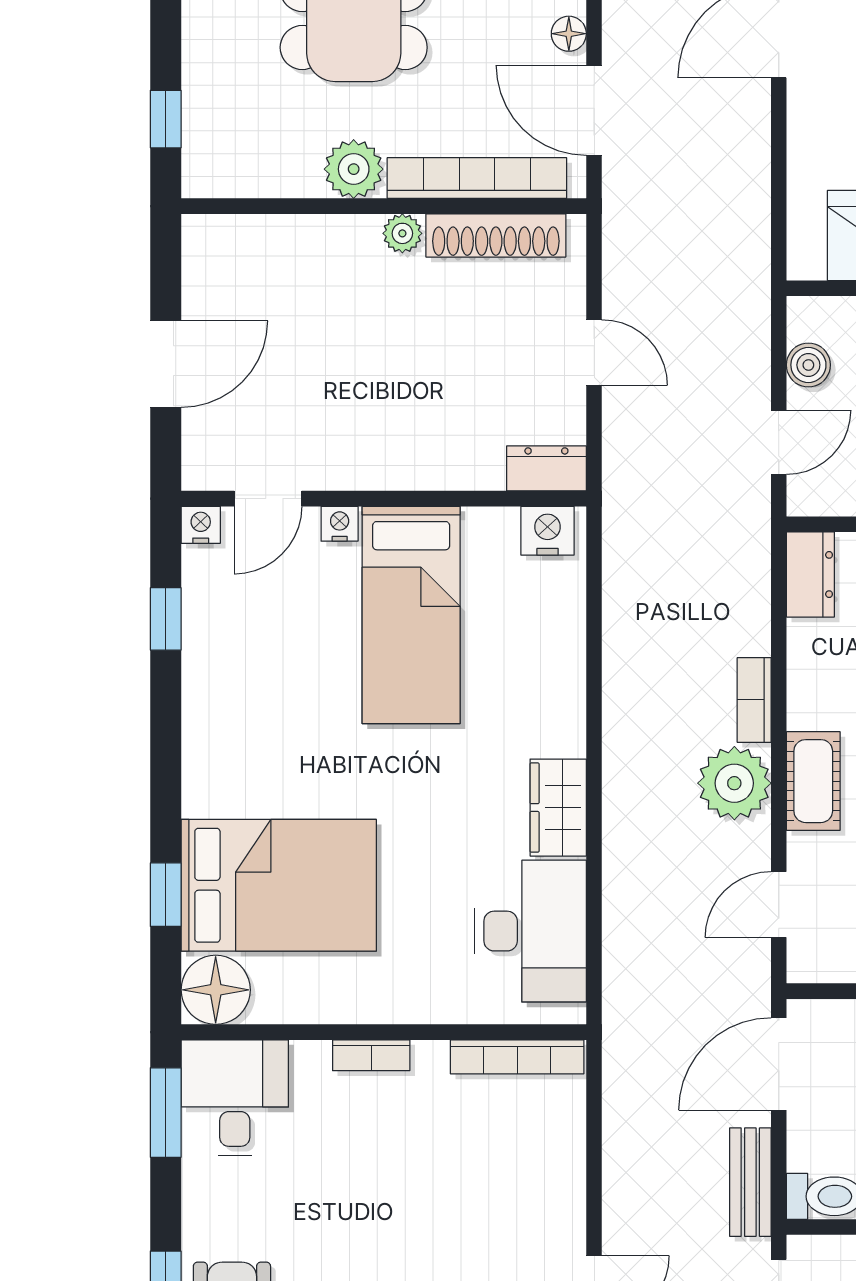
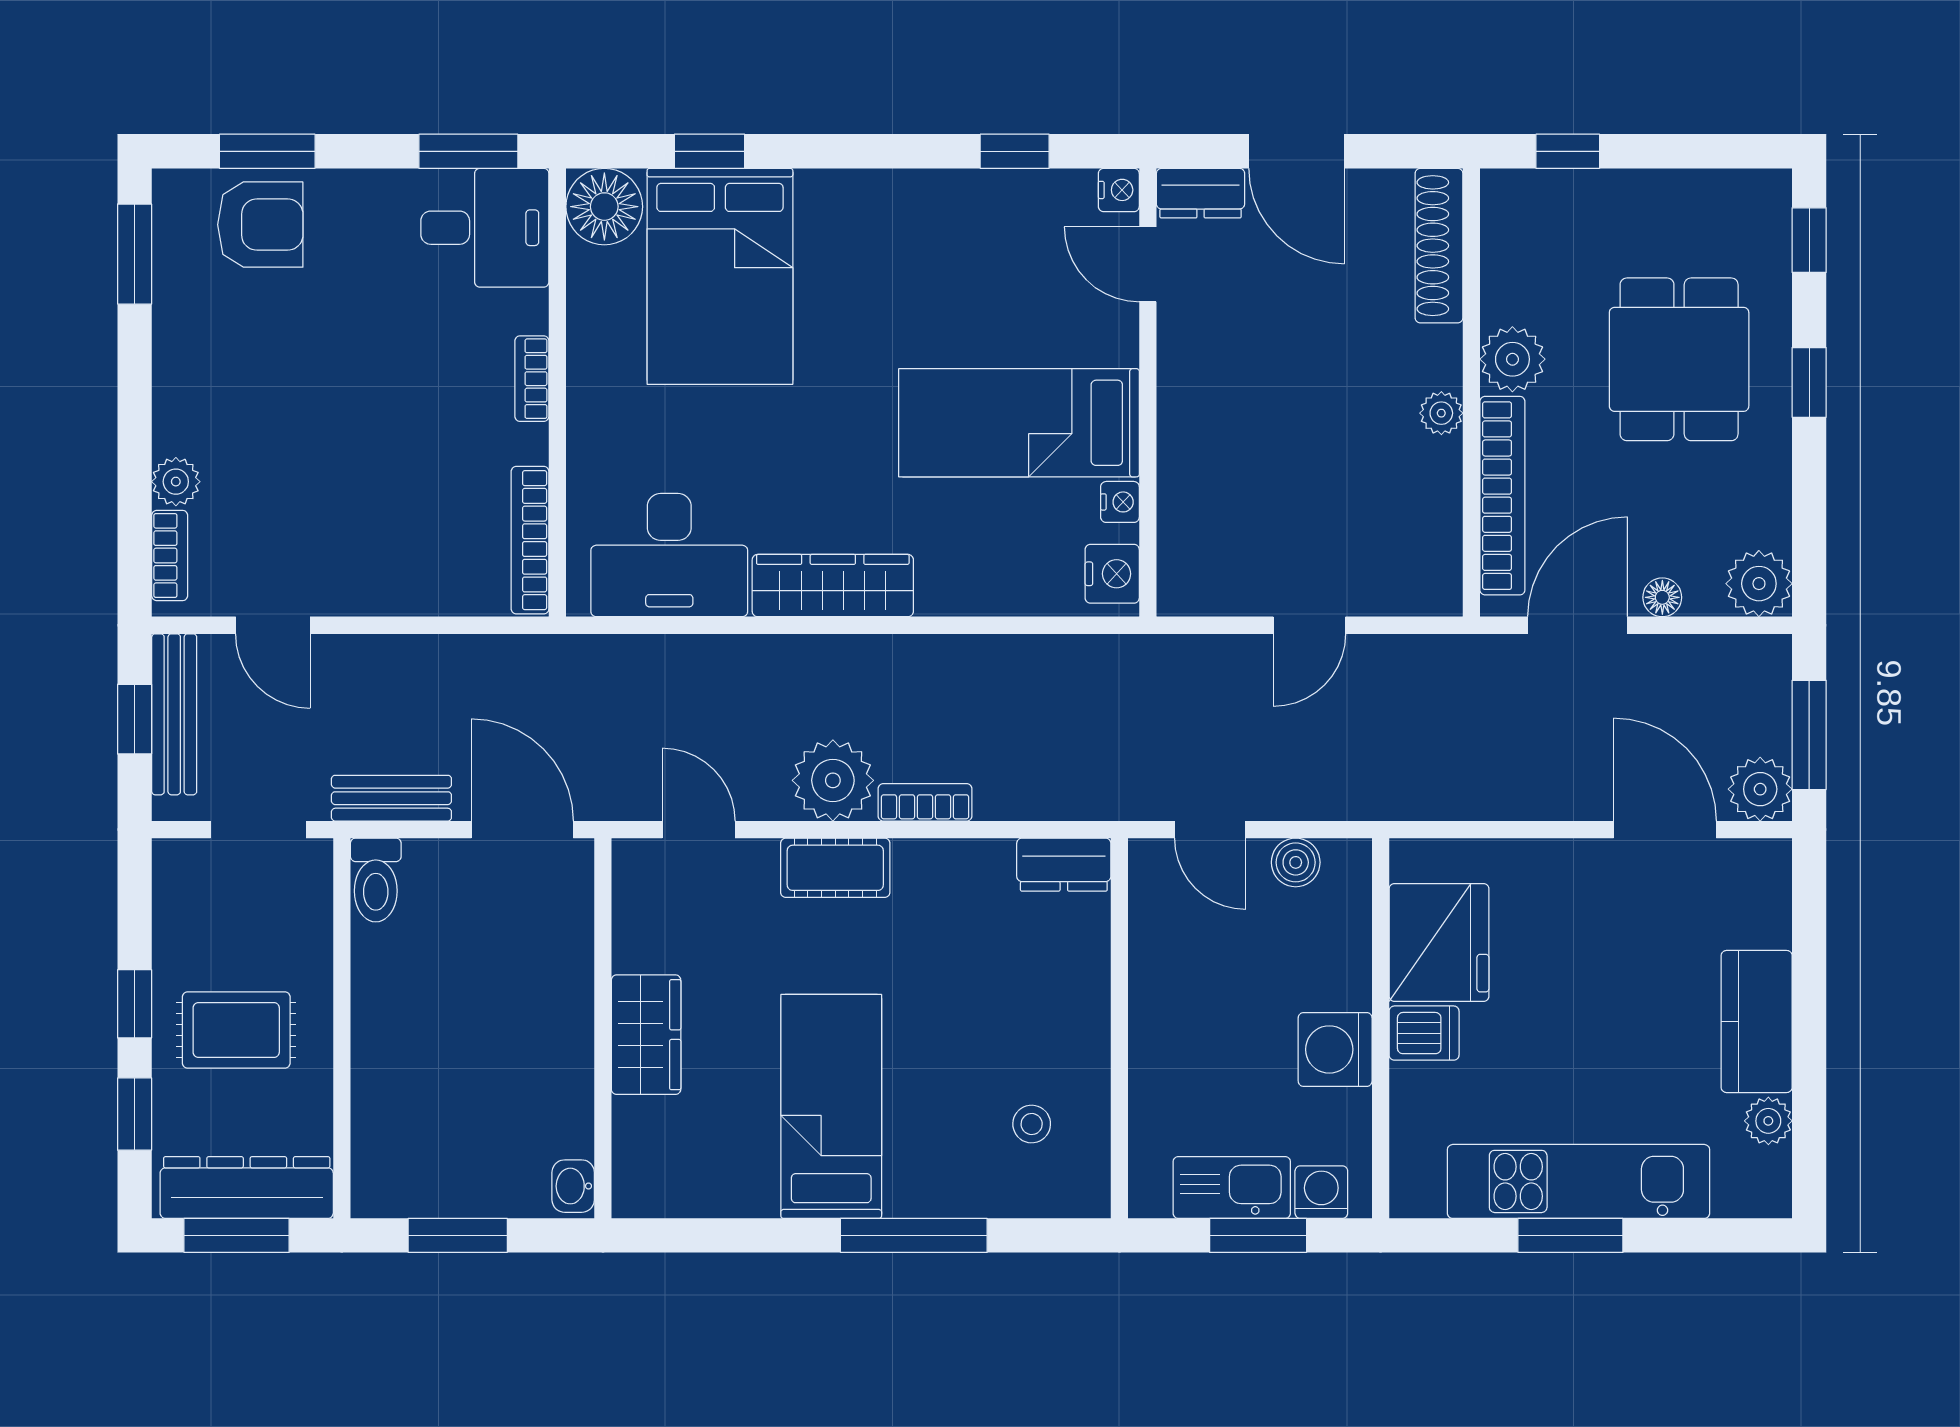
shoe rack: (496, 235) -> (1439, 246), moved
dresser: (546, 468) -> (1201, 193), moved, turned 90
nightstand: (340, 524) -> (1120, 502), moved
wardrobe: (558, 808) -> (833, 586), width x1.50

